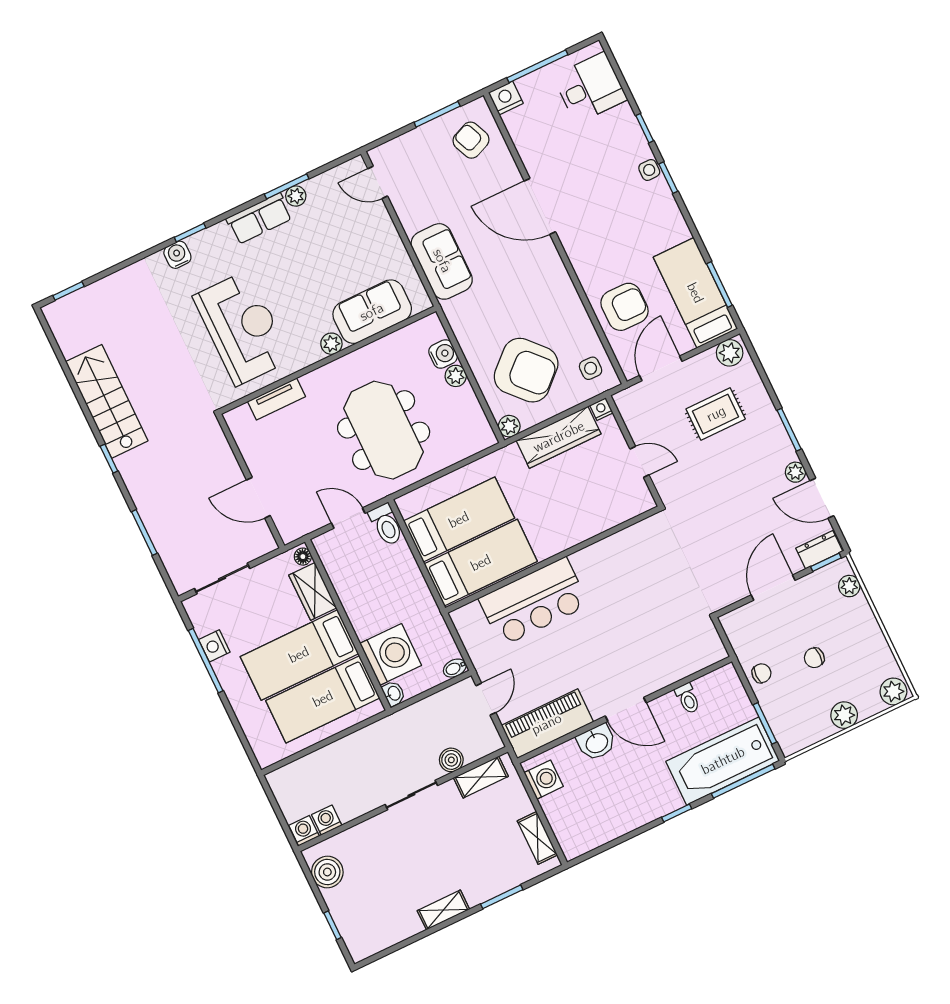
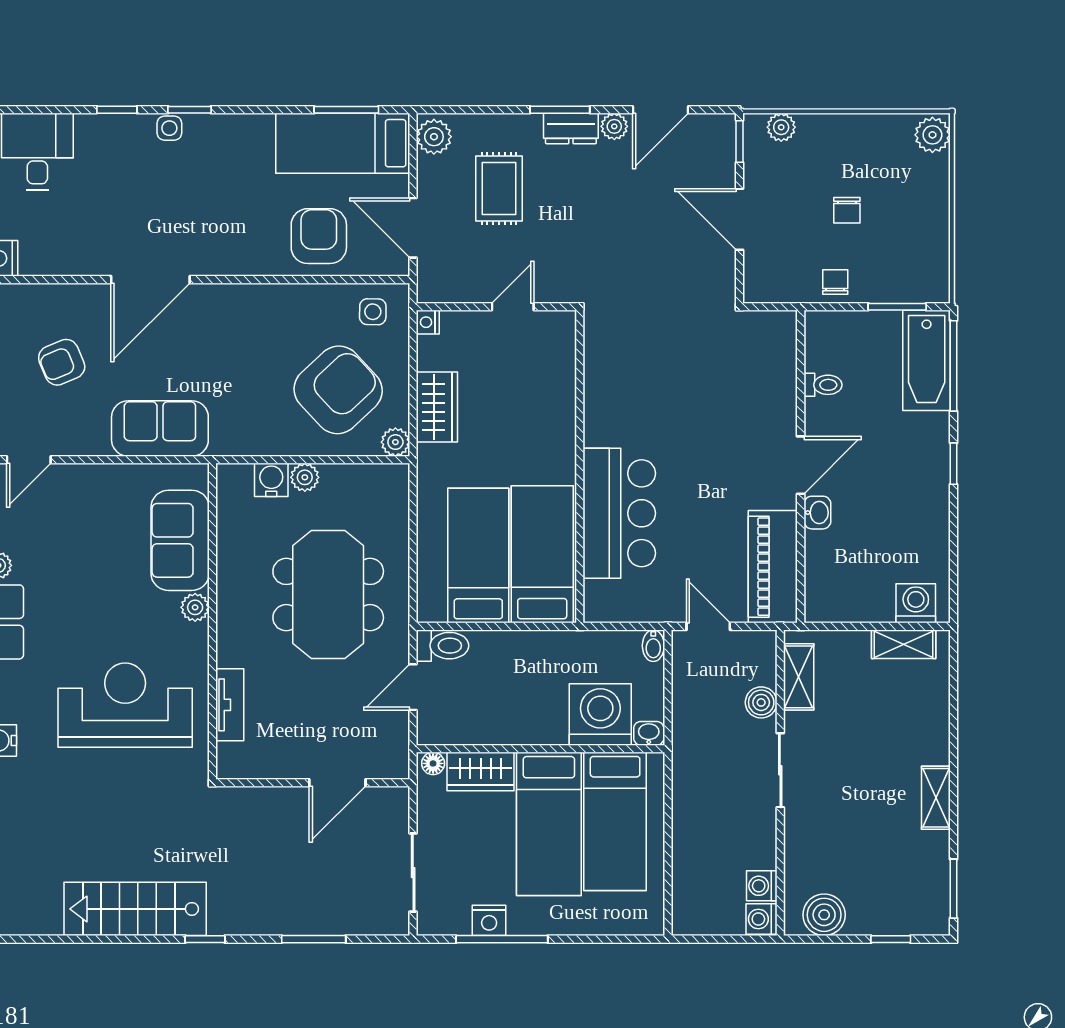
armchair: (471, 140) -> (62, 362), moved
meeting table: (384, 430) -> (328, 595), turned 90
wardrobe: (559, 437) -> (437, 407), width x0.67
dresser: (819, 550) -> (571, 128), moved, turned -90
plant: (844, 715) -> (933, 207), removed
washbasin: (597, 742) -> (817, 513), width x0.72, depth x0.69
bathtub: (723, 761) -> (927, 360), width x0.73, depth x0.73
washing machine: (544, 780) -> (916, 603), moved
window: (502, 897) -> (954, 889), moved

